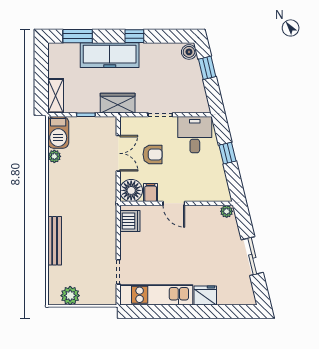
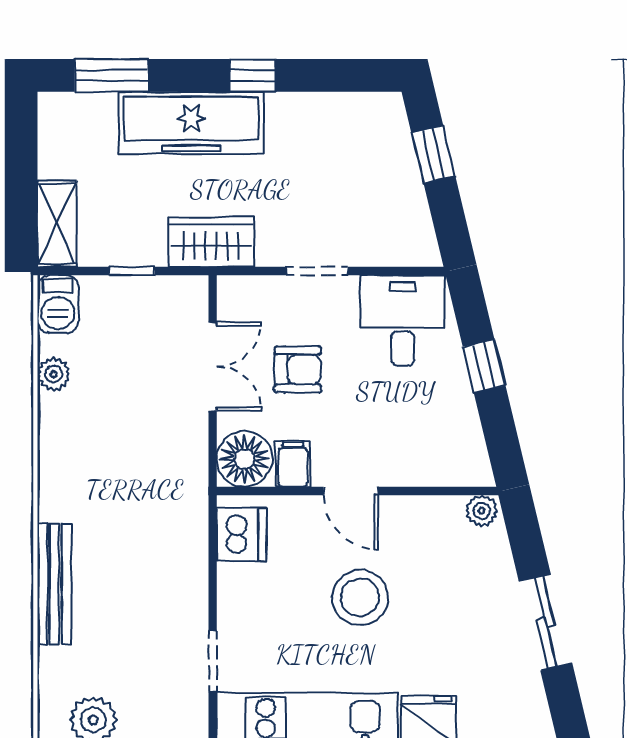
boiler: (189, 52) -> (388, 115), removed
barbecue: (58, 132) -> (58, 304), width x0.73, depth x0.79
stool: (178, 246) -> (360, 598), added

